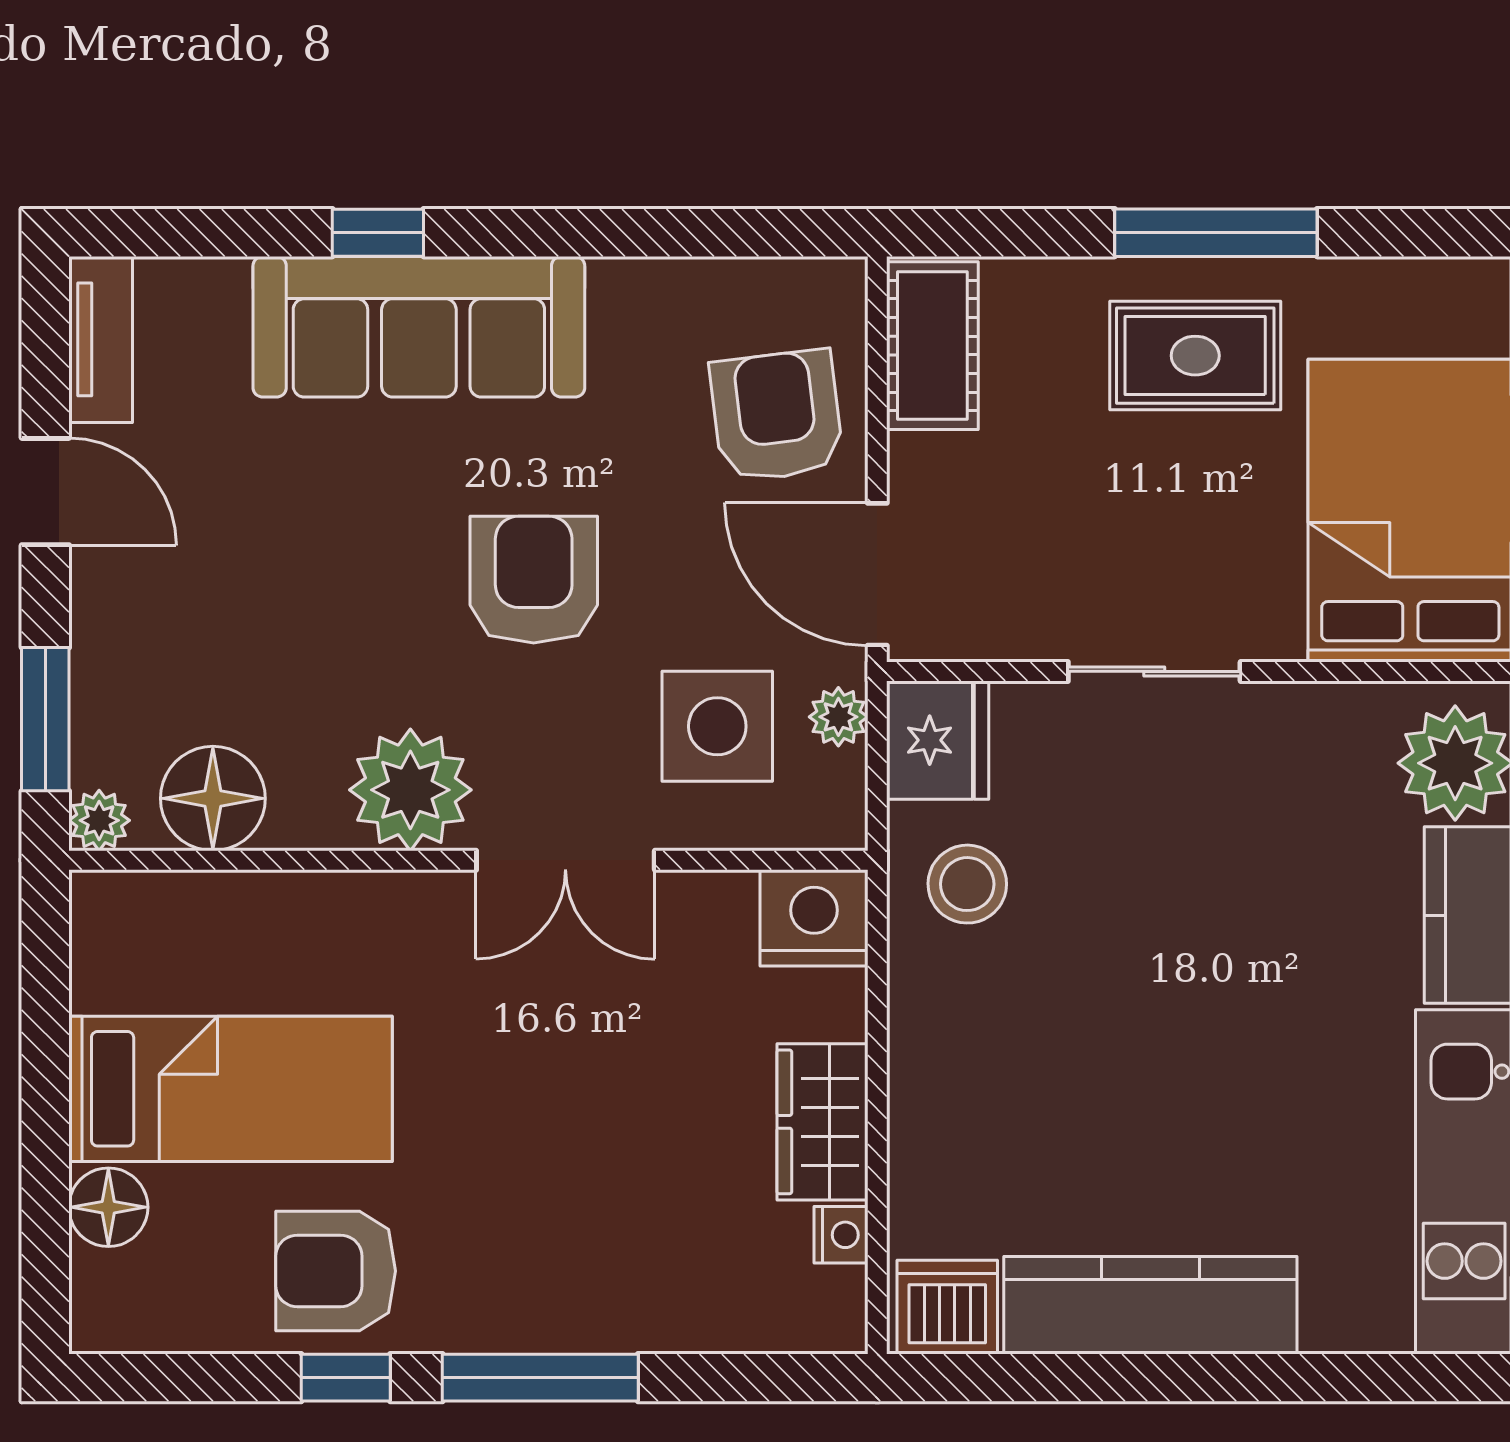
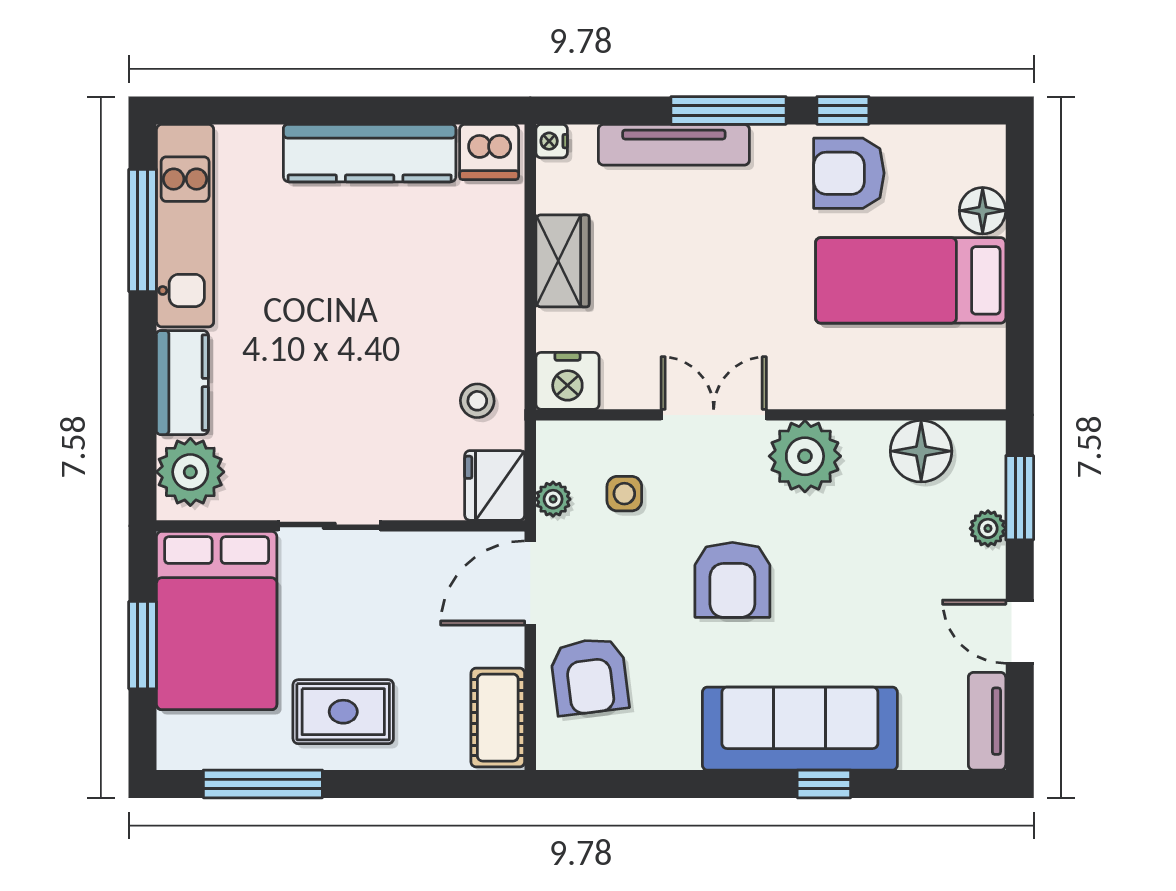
window: (1216, 233) -> (263, 784), moved
door: (877, 574) -> (530, 583), swing flipped
sliding door: (1154, 671) -> (329, 526), moved
side table: (717, 726) -> (624, 494), width x0.54, depth x0.54
plant: (99, 820) -> (988, 528), moved
stool: (967, 884) -> (477, 401), width x0.73, depth x0.73
nightstand: (841, 1235) -> (552, 141), moved
armchair: (336, 1271) -> (849, 173), turned 180
tv unit: (633, 1319) -> (674, 145), added

